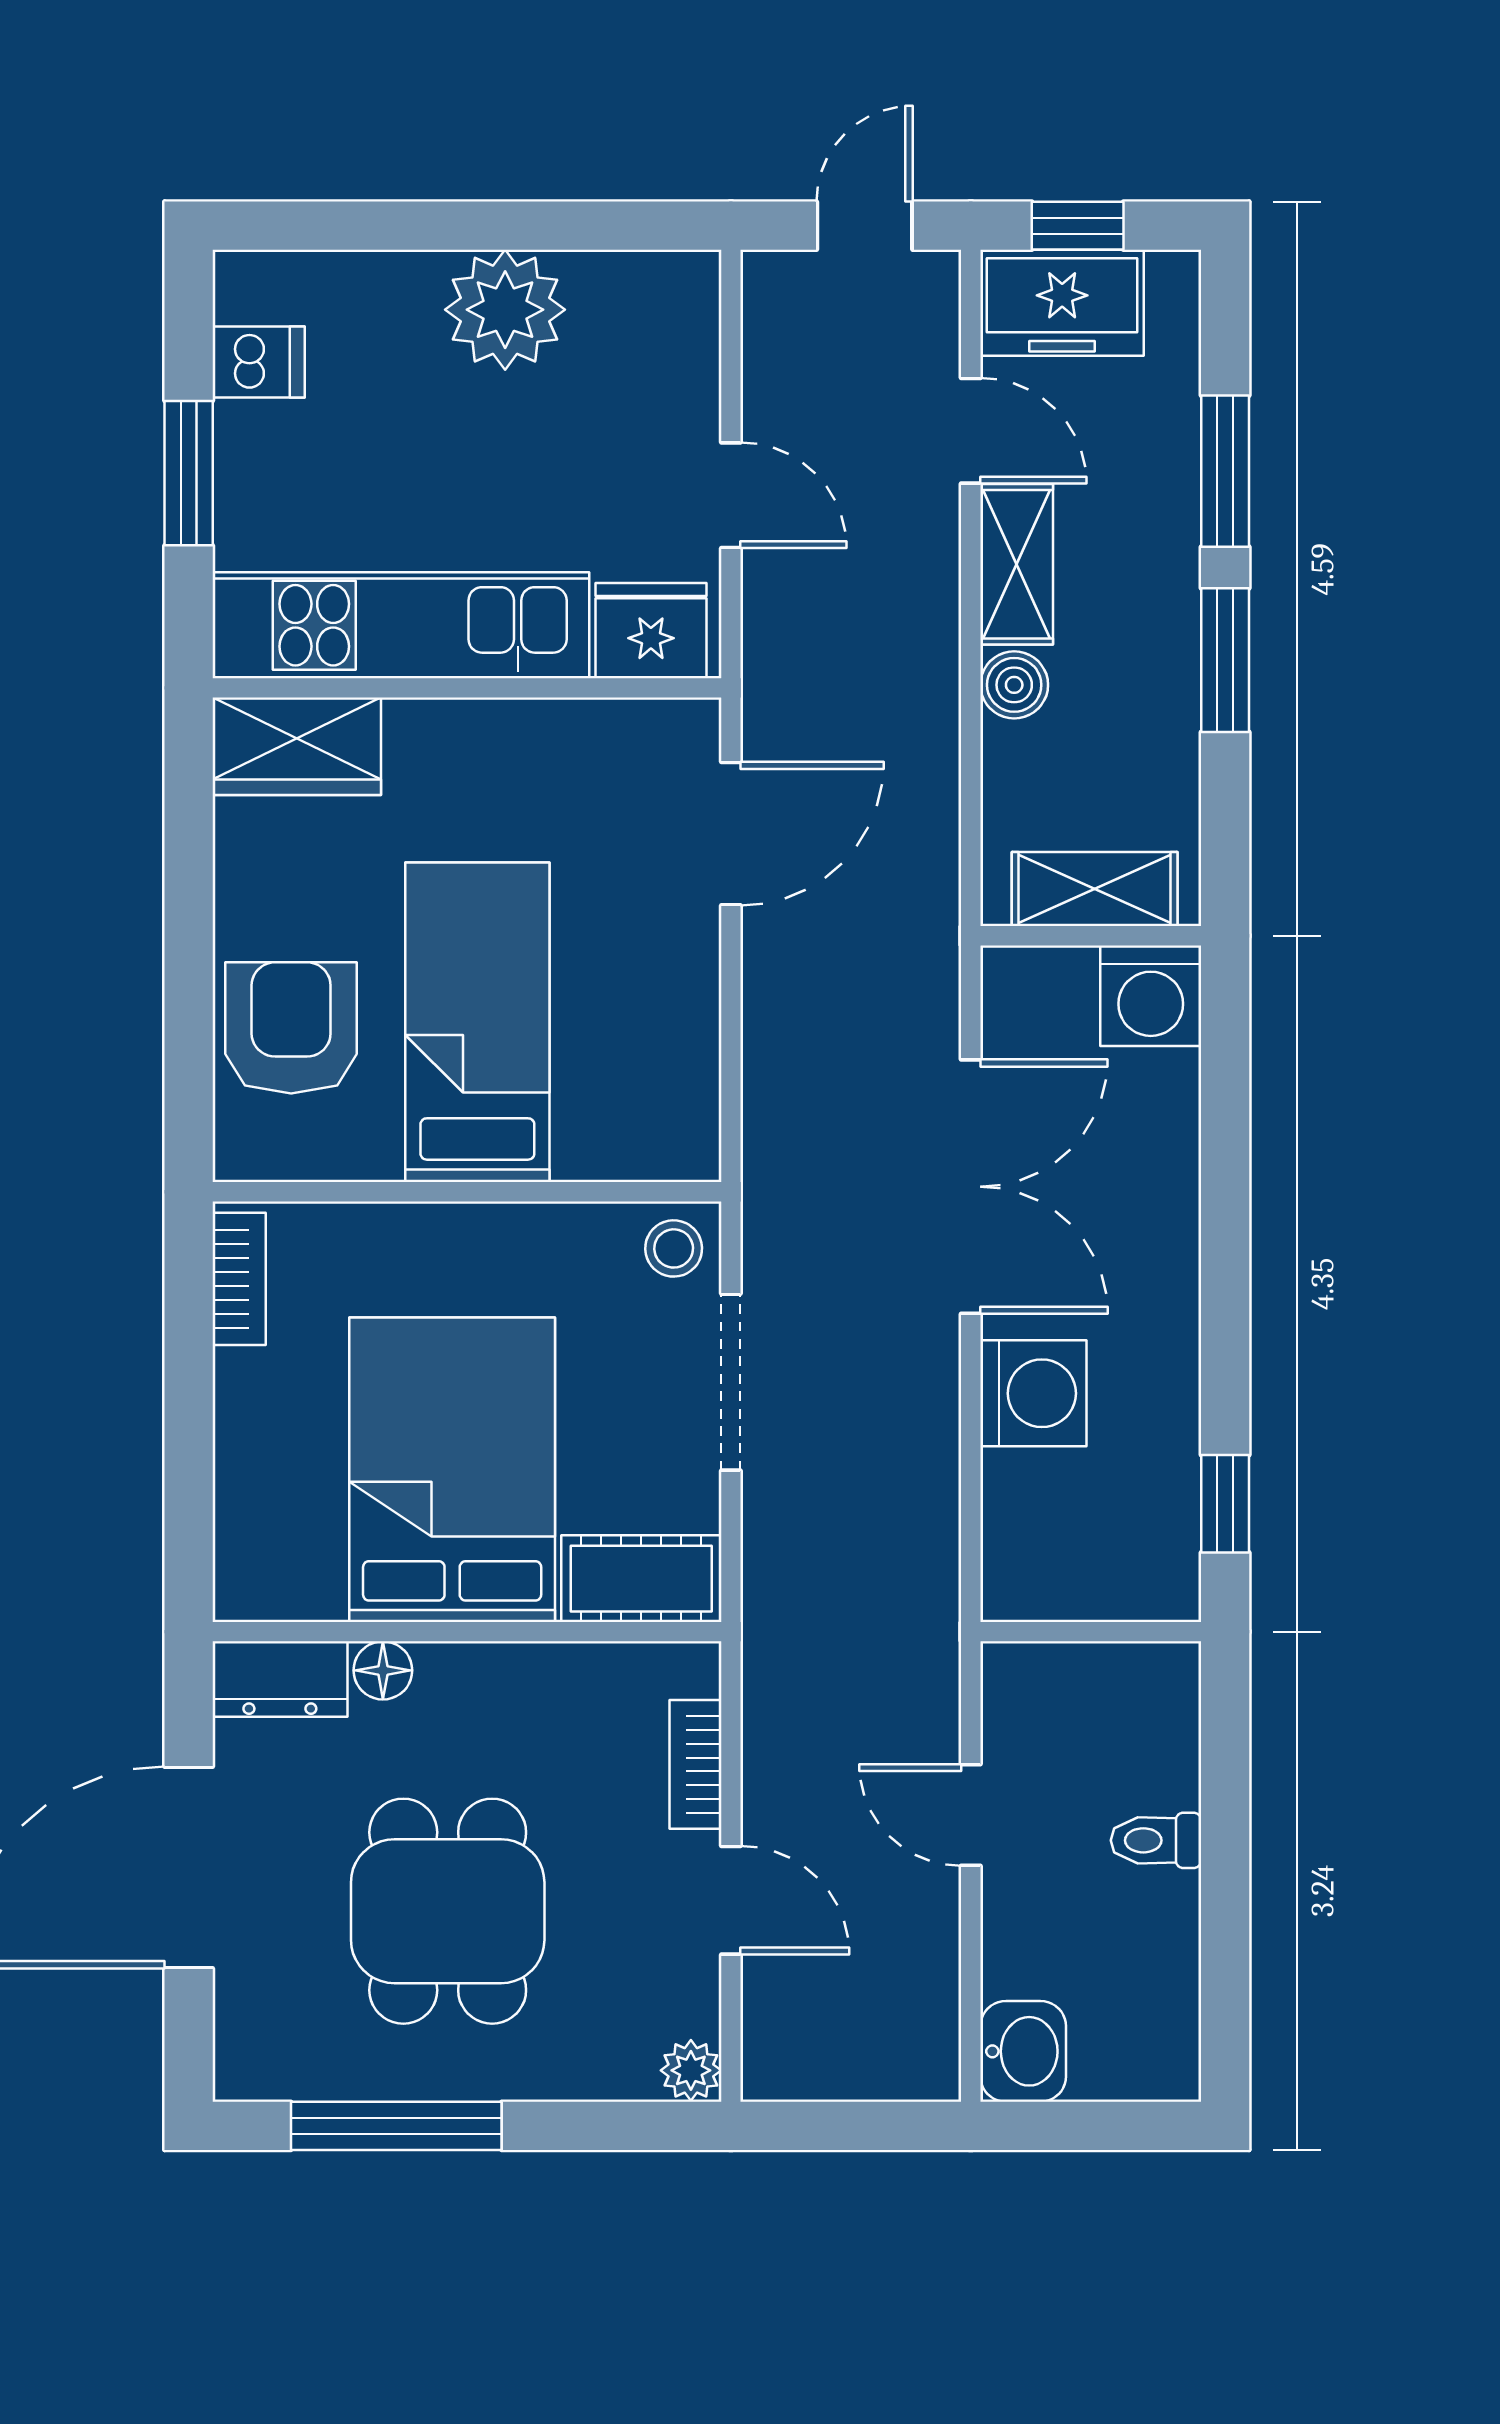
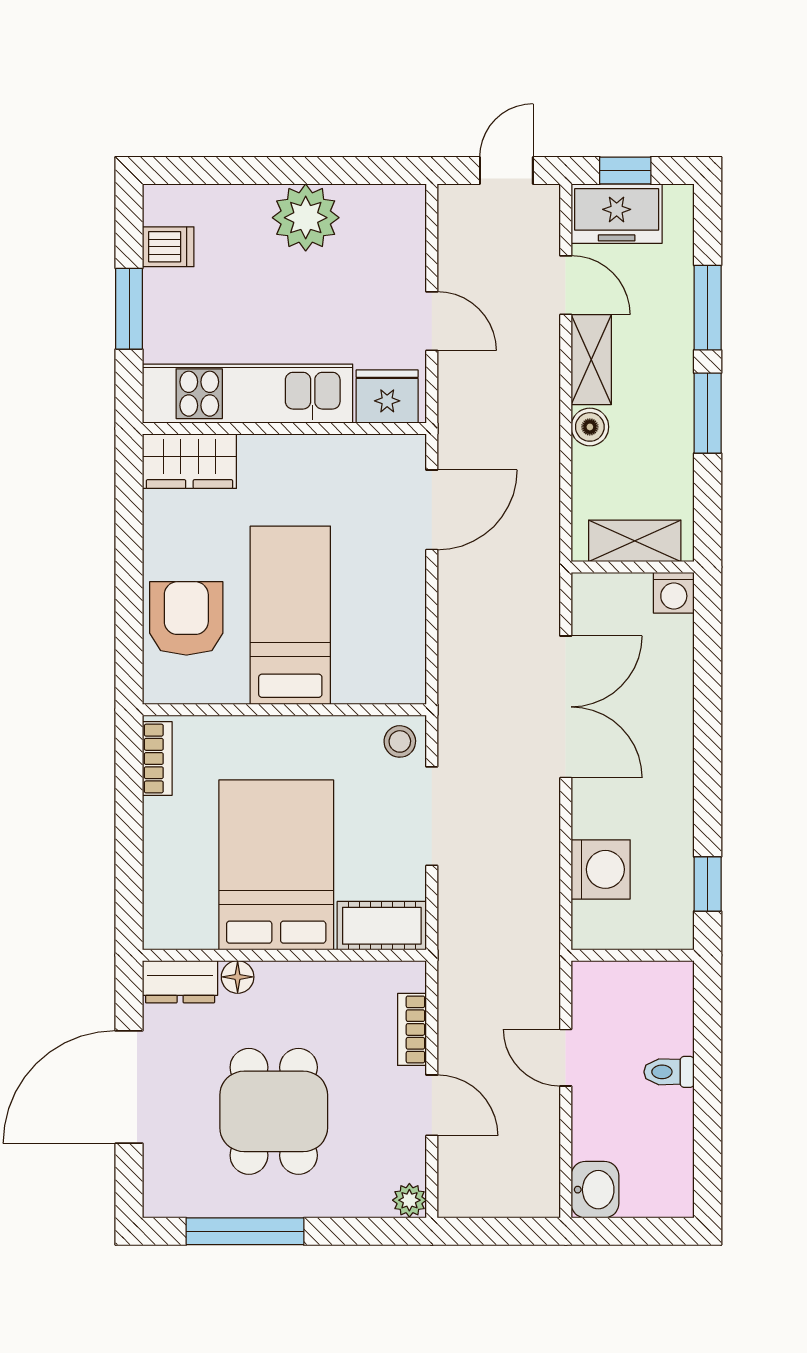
washing machine: (1151, 996) -> (674, 593), width x0.73, depth x0.73
washing machine: (1033, 1393) -> (601, 869), moved

